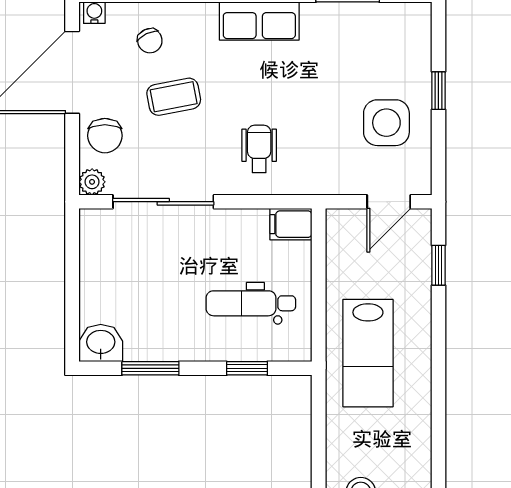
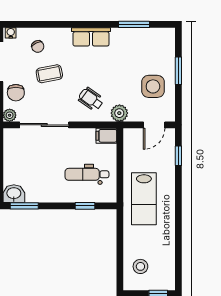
window: (438, 91) -> (178, 71), width x1.50
wheelchair: (259, 149) -> (91, 99), turned -55
plant: (317, 178) -> (119, 113), added
window: (150, 368) -> (24, 206), moved

